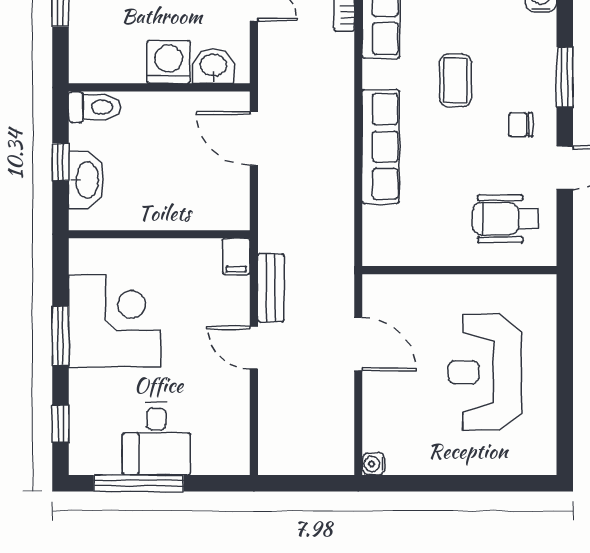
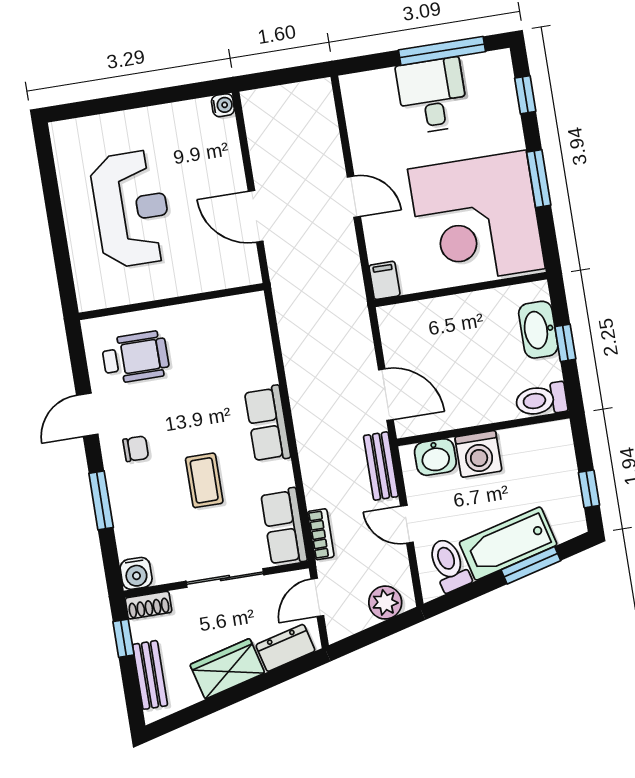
row of seats: (381, 147) -> (267, 424), width x0.68
bench: (271, 288) -> (381, 466), moved
corner desk: (115, 321) -> (476, 219), width x1.36, depth x1.36

